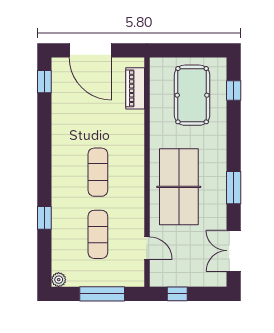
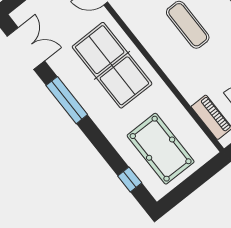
window: (234, 188) -> (67, 100), width x1.44

